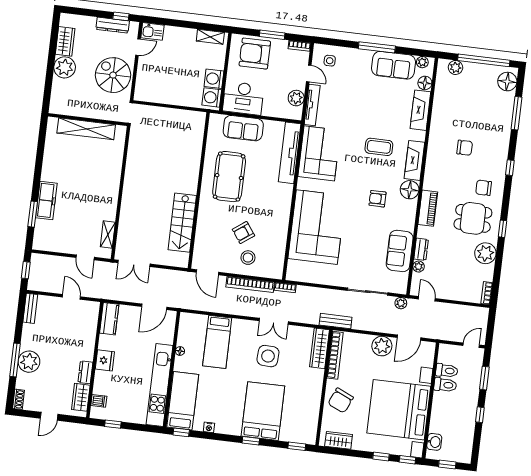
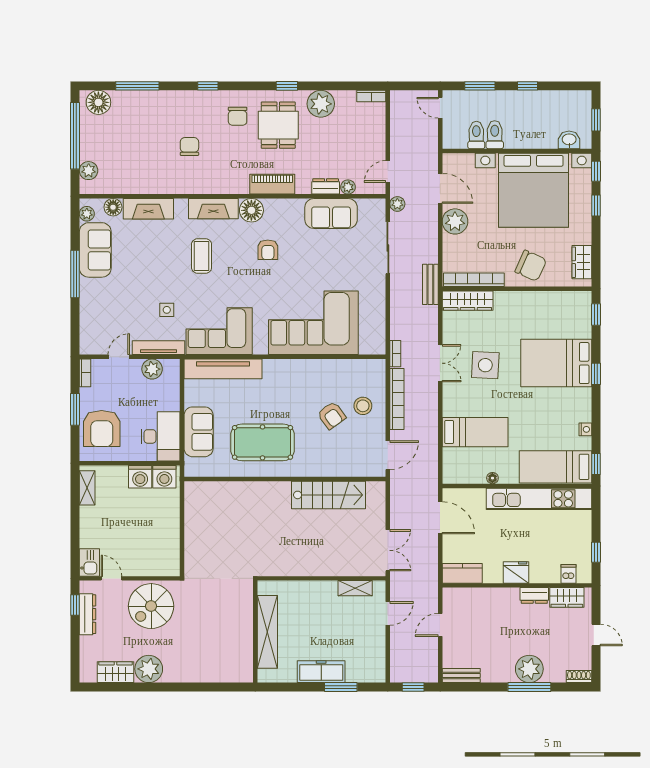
side table: (330, 61) -> (167, 310), moved
wall: (88, 120) -> (255, 632), moved
shelving: (86, 129) -> (267, 632), moved

